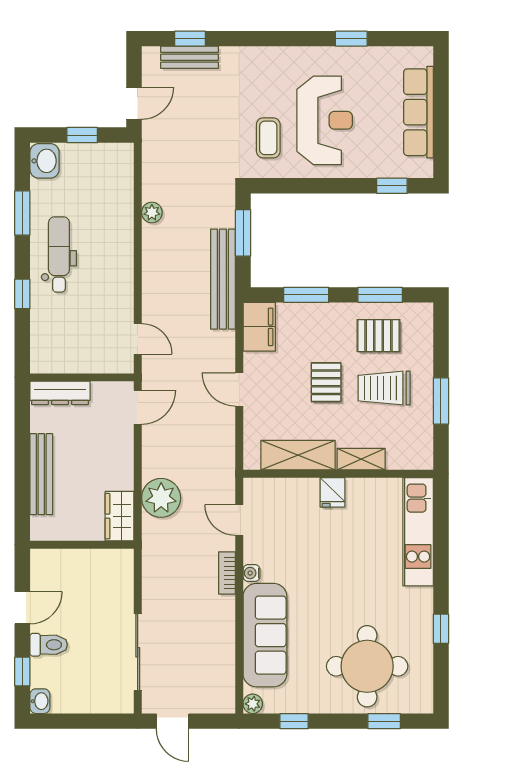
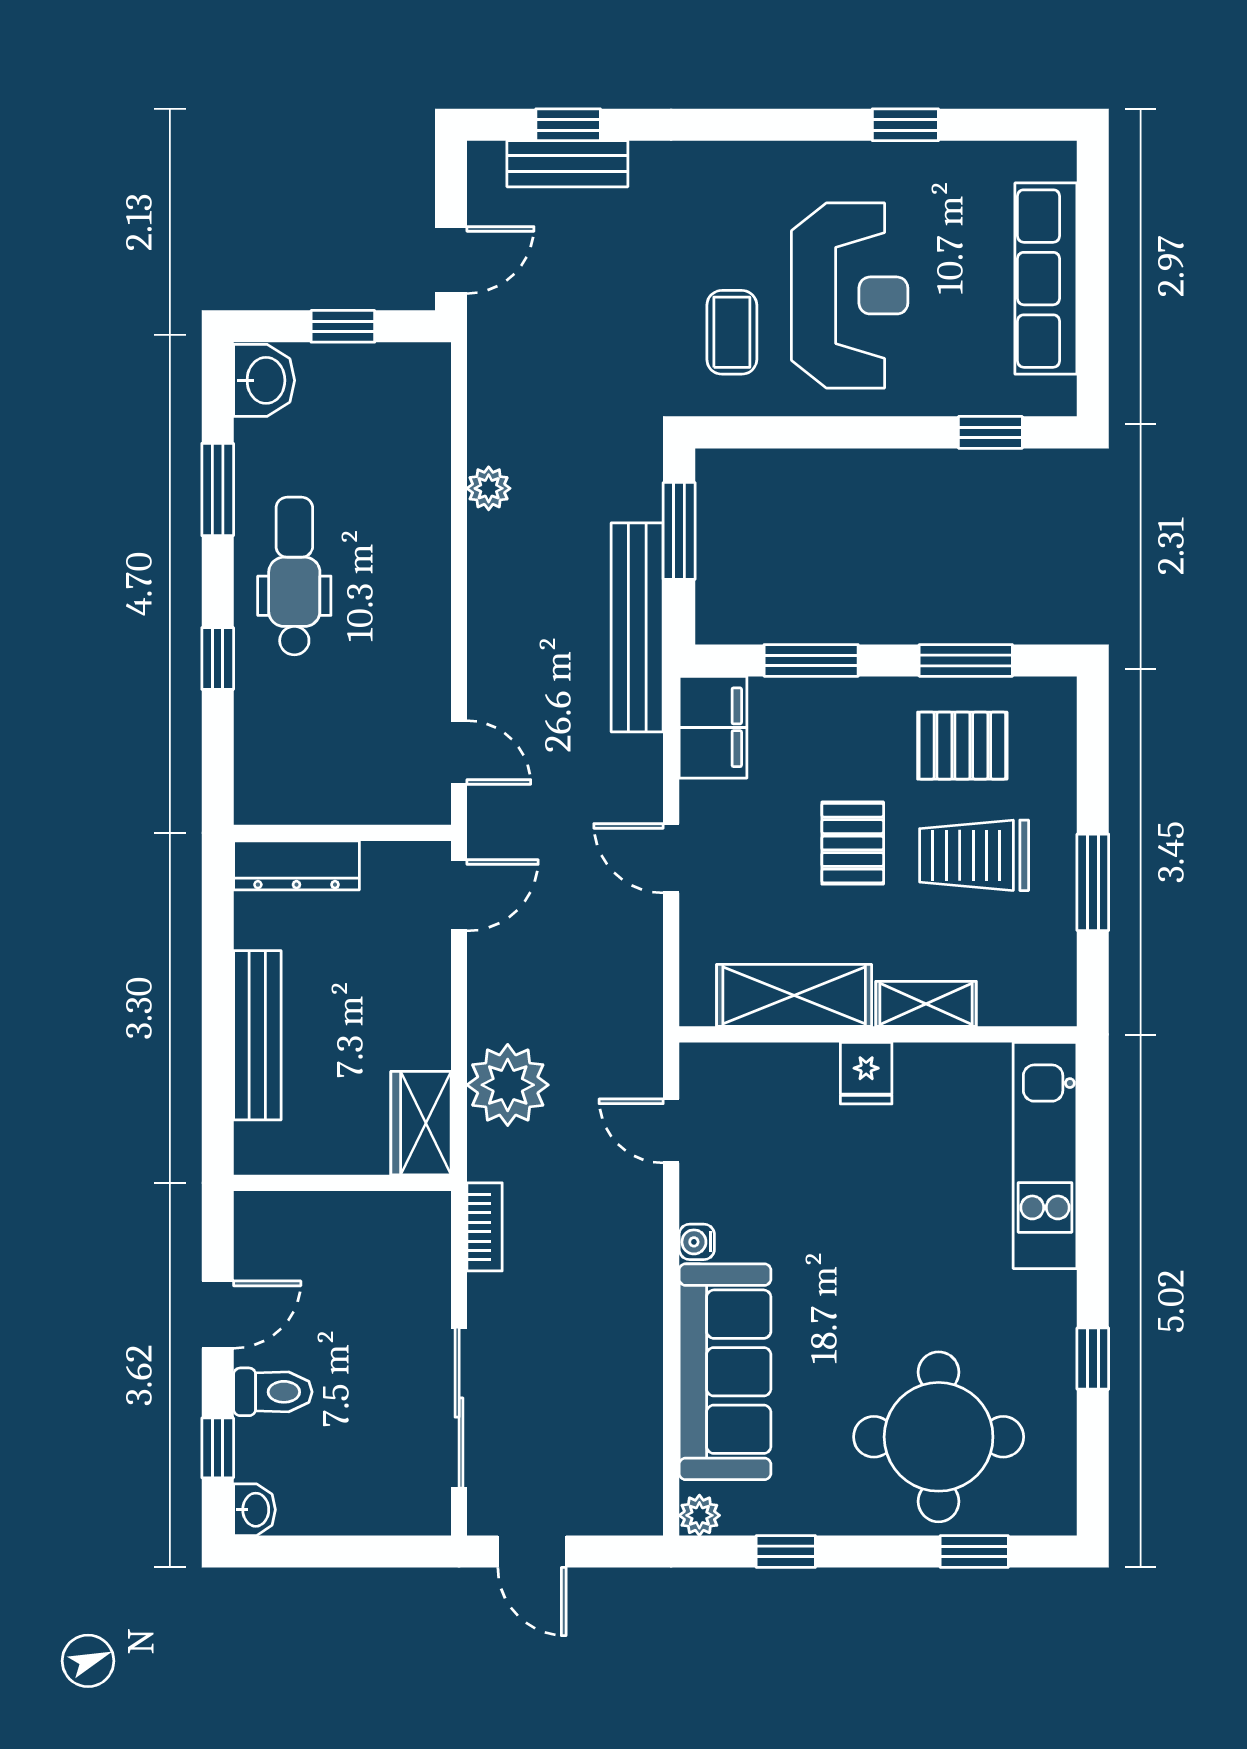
bookcase: (227, 573) -> (485, 1227), moved, turned 180

